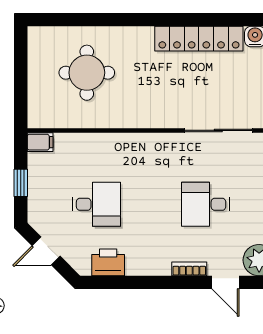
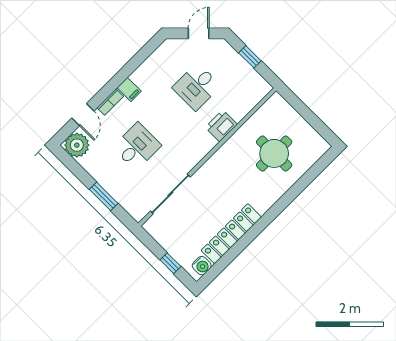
filing cabinet: (40, 142) -> (129, 89), moved, turned -90
printer: (108, 262) -> (221, 126), moved, turned 180
door: (226, 282) -> (83, 115), swing flipped

